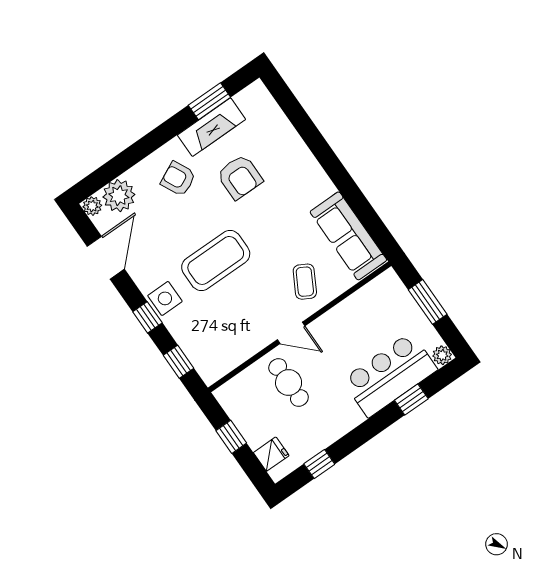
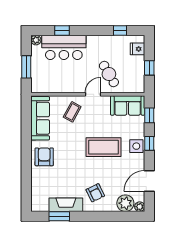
armchair: (240, 177) -> (44, 157), moved
door: (291, 333) -> (93, 94), hinge flipped
sofa: (224, 353) -> (128, 105), added
cafe table: (289, 383) -> (109, 74), turned -30

